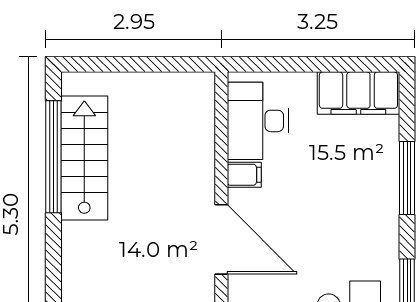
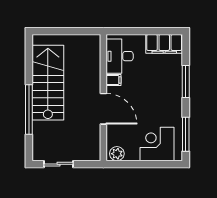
window: (53, 157) -> (29, 110), moved
stairs: (84, 158) -> (48, 83), width x1.36, depth x1.51

